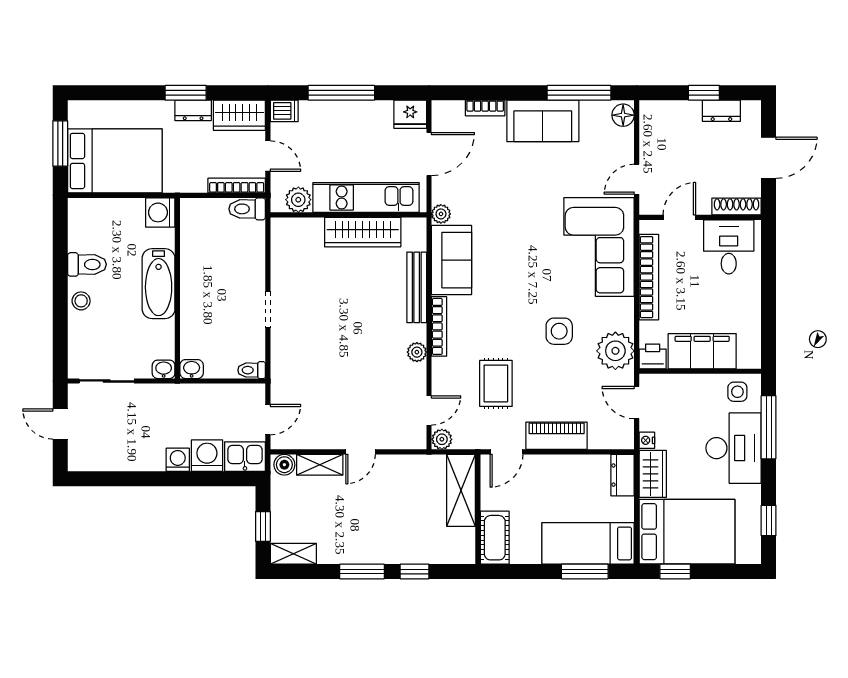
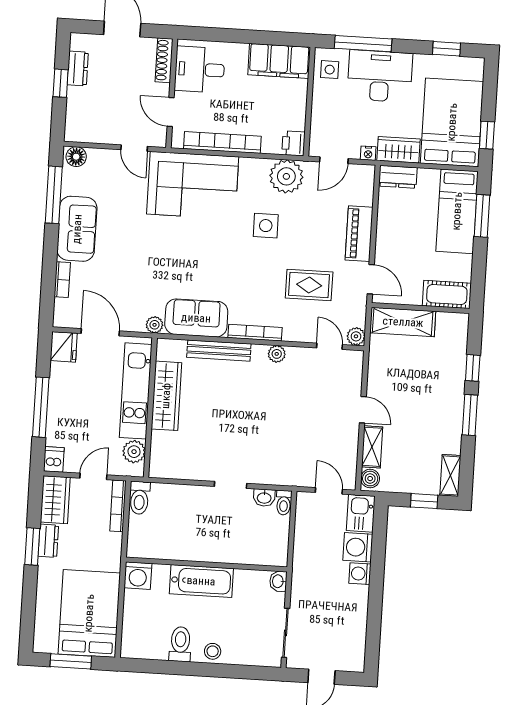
filing cabinet: (702, 351) -> (279, 61), moved, turned -90
washbasin: (192, 369) -> (264, 498), moved, turned -90

